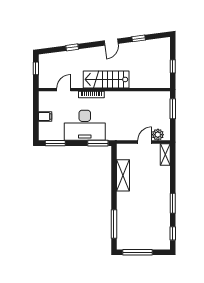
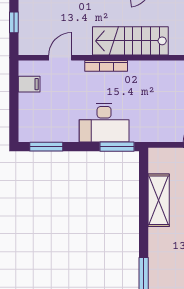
filing cabinet: (45, 116) -> (29, 84), moved
desk: (85, 125) -> (104, 123), width x0.73, depth x0.77

